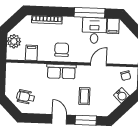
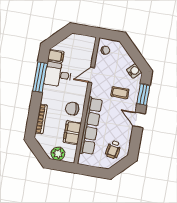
filing cabinet: (31, 53) -> (72, 133), width x2.00
door: (99, 64) -> (91, 75), hinge flipped
row of seats: (61, 71) -> (91, 126), width x2.02
water cooler: (121, 95) -> (134, 71), moved
door: (59, 119) -> (139, 120), hinge flipped

